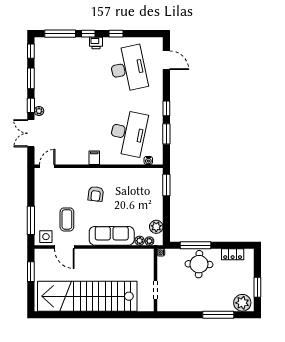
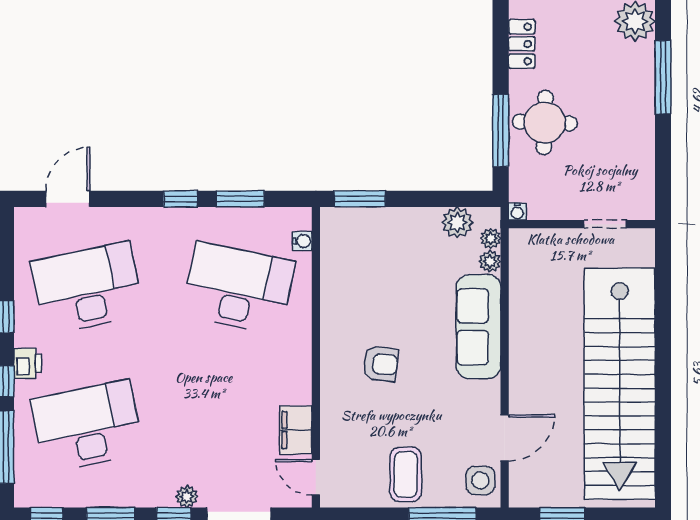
desk: (69, 69) -> (87, 426), added
filing cabinet: (94, 158) -> (296, 430), moved, width x2.00
coffee table: (67, 219) -> (406, 474), moved, turned 90

